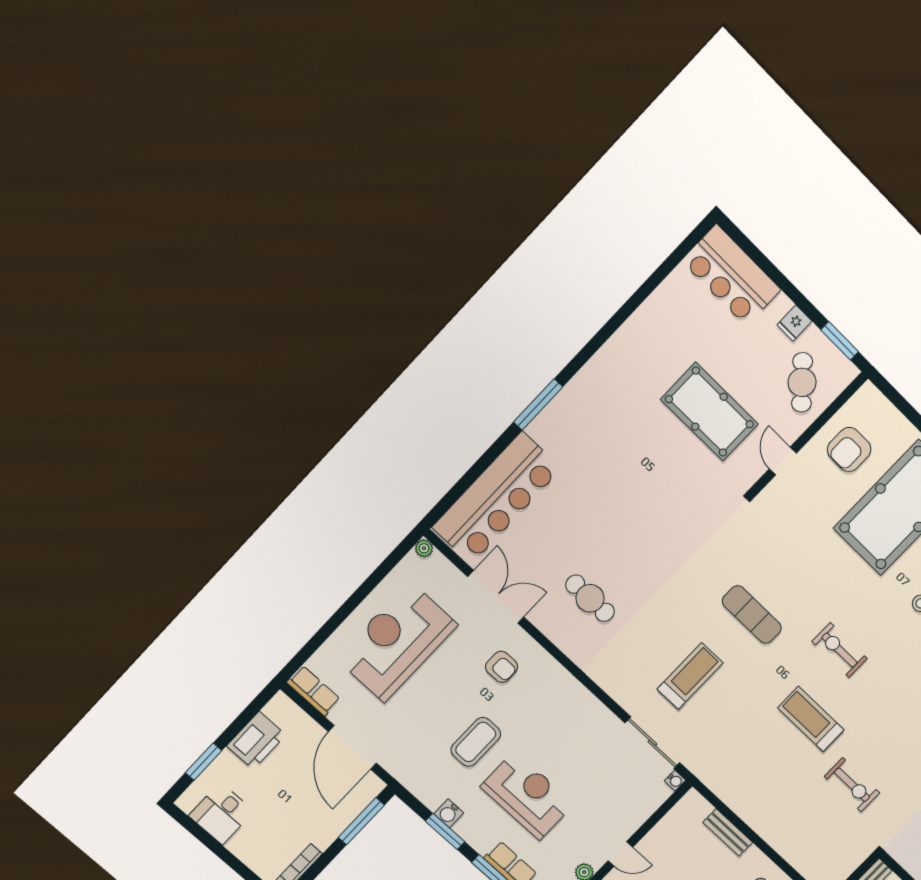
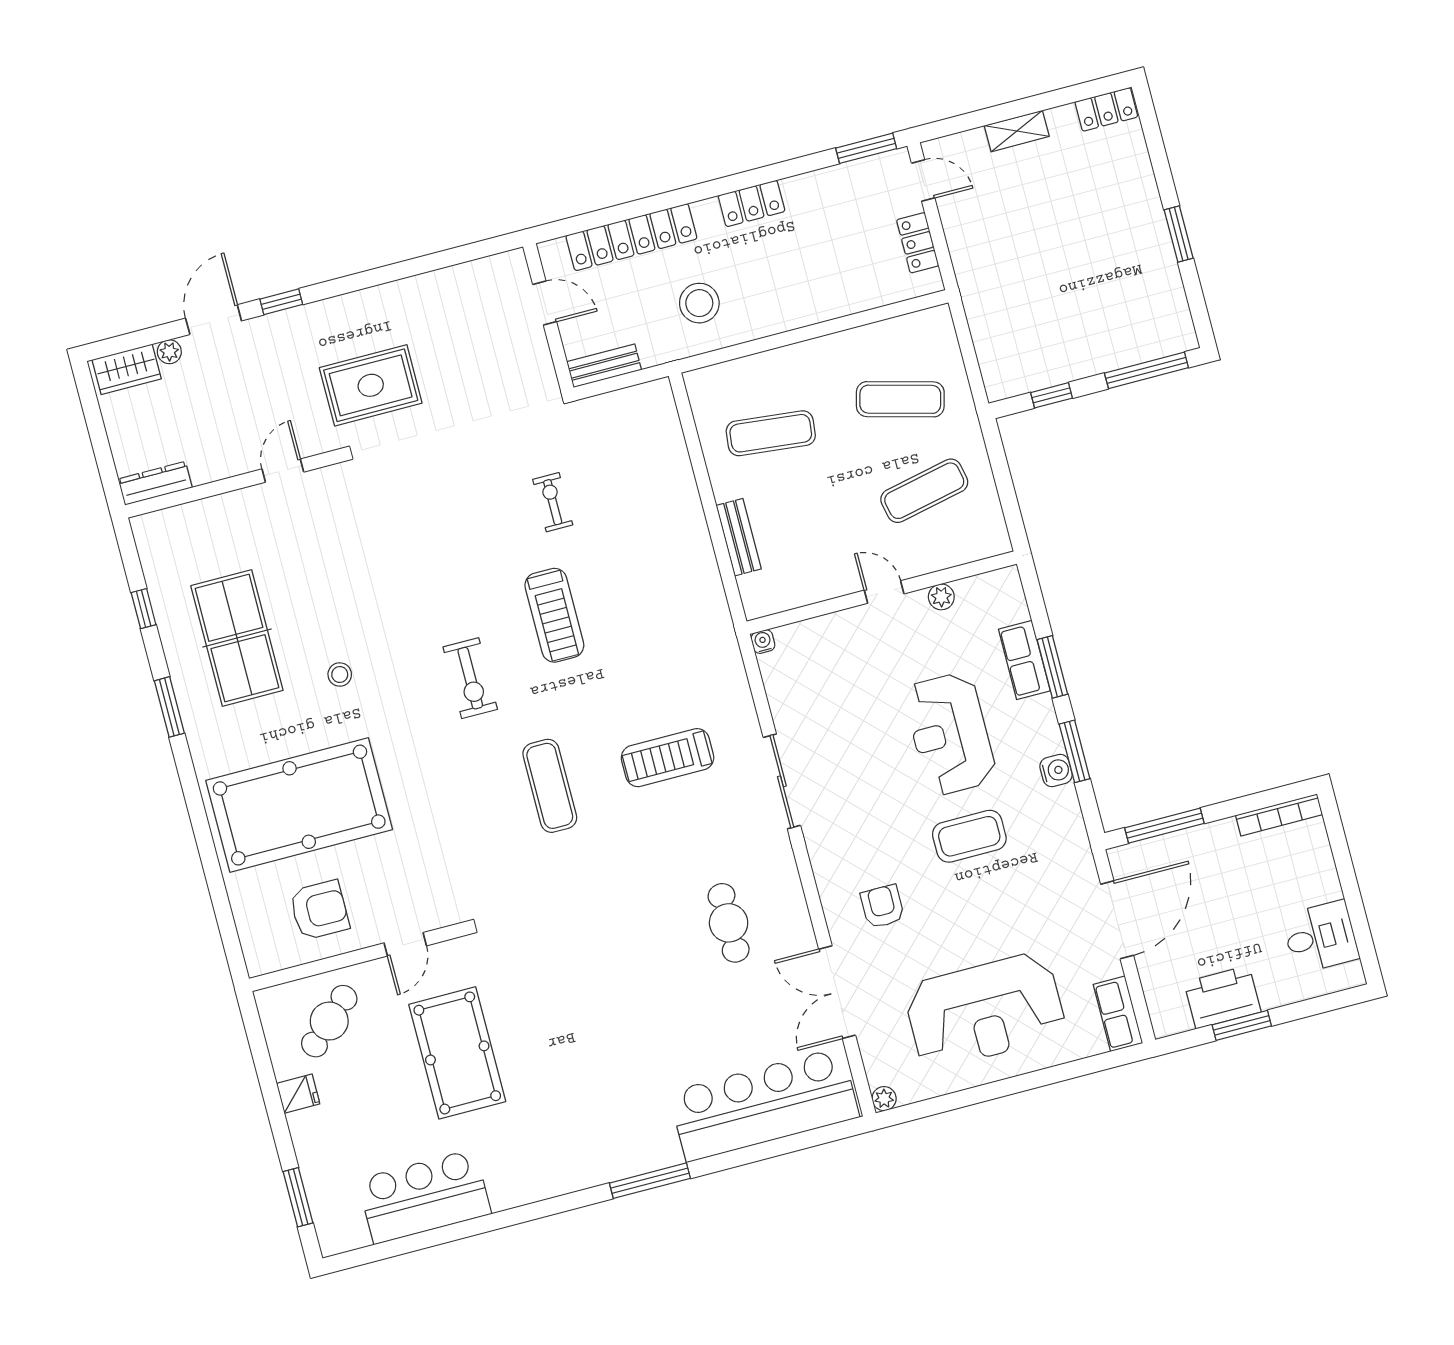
bar counter: (731, 275) -> (424, 1197), moved, turned -90
window: (840, 341) -> (298, 1197), moved
sliding door: (652, 743) -> (782, 781), moved
window: (204, 762) -> (1242, 1025), moved
exercise bike: (852, 785) -> (553, 502), width x0.73, depth x0.72

